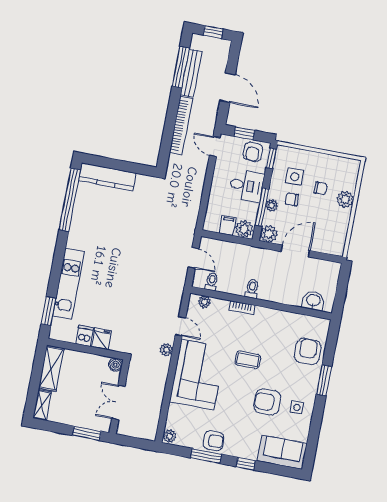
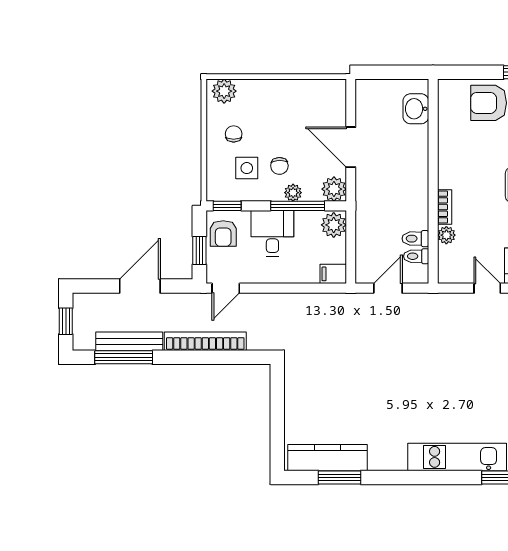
armchair: (253, 152) -> (223, 233), turned 90
kitchen counter: (107, 177) -> (328, 458), moved, turned -90
chair: (321, 188) -> (234, 134), moved
plant: (345, 199) -> (224, 91), moved
window: (70, 200) -> (340, 477), width x0.47
filing cabinet: (228, 225) -> (333, 274), moved
toilet: (252, 289) -> (415, 239), moved
plant: (204, 302) -> (446, 235), moved
door: (181, 326) -> (487, 288), hinge flipped

